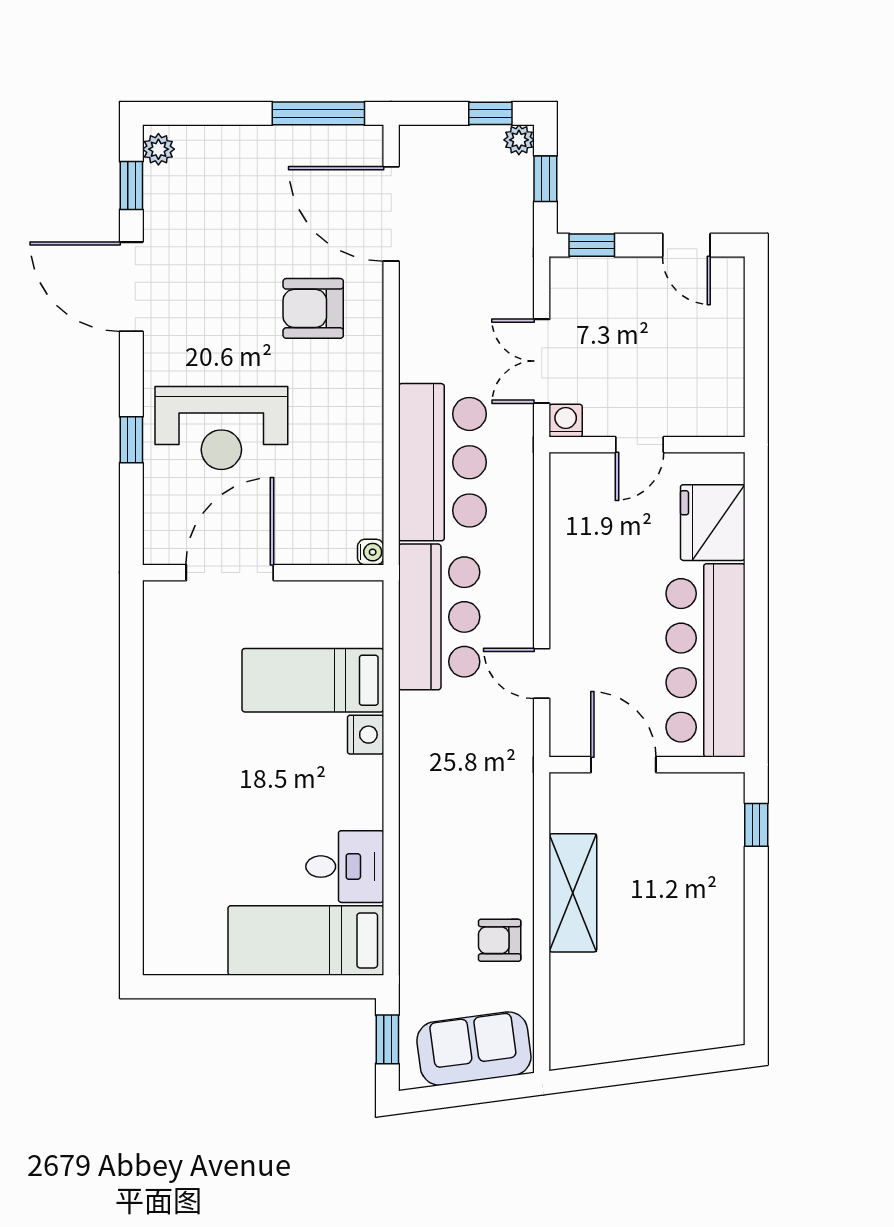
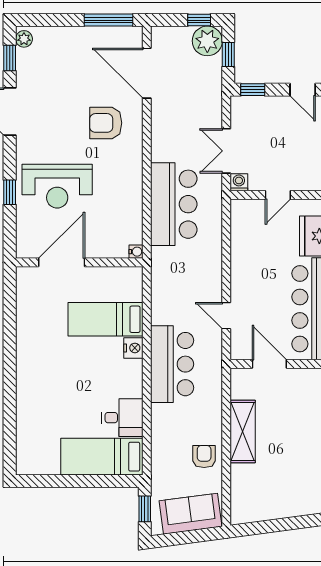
plant: (519, 140) -> (207, 41), width x1.87, depth x1.87
bar counter: (439, 617) -> (172, 364), moved
armchair: (500, 940) -> (204, 457), turned 90

